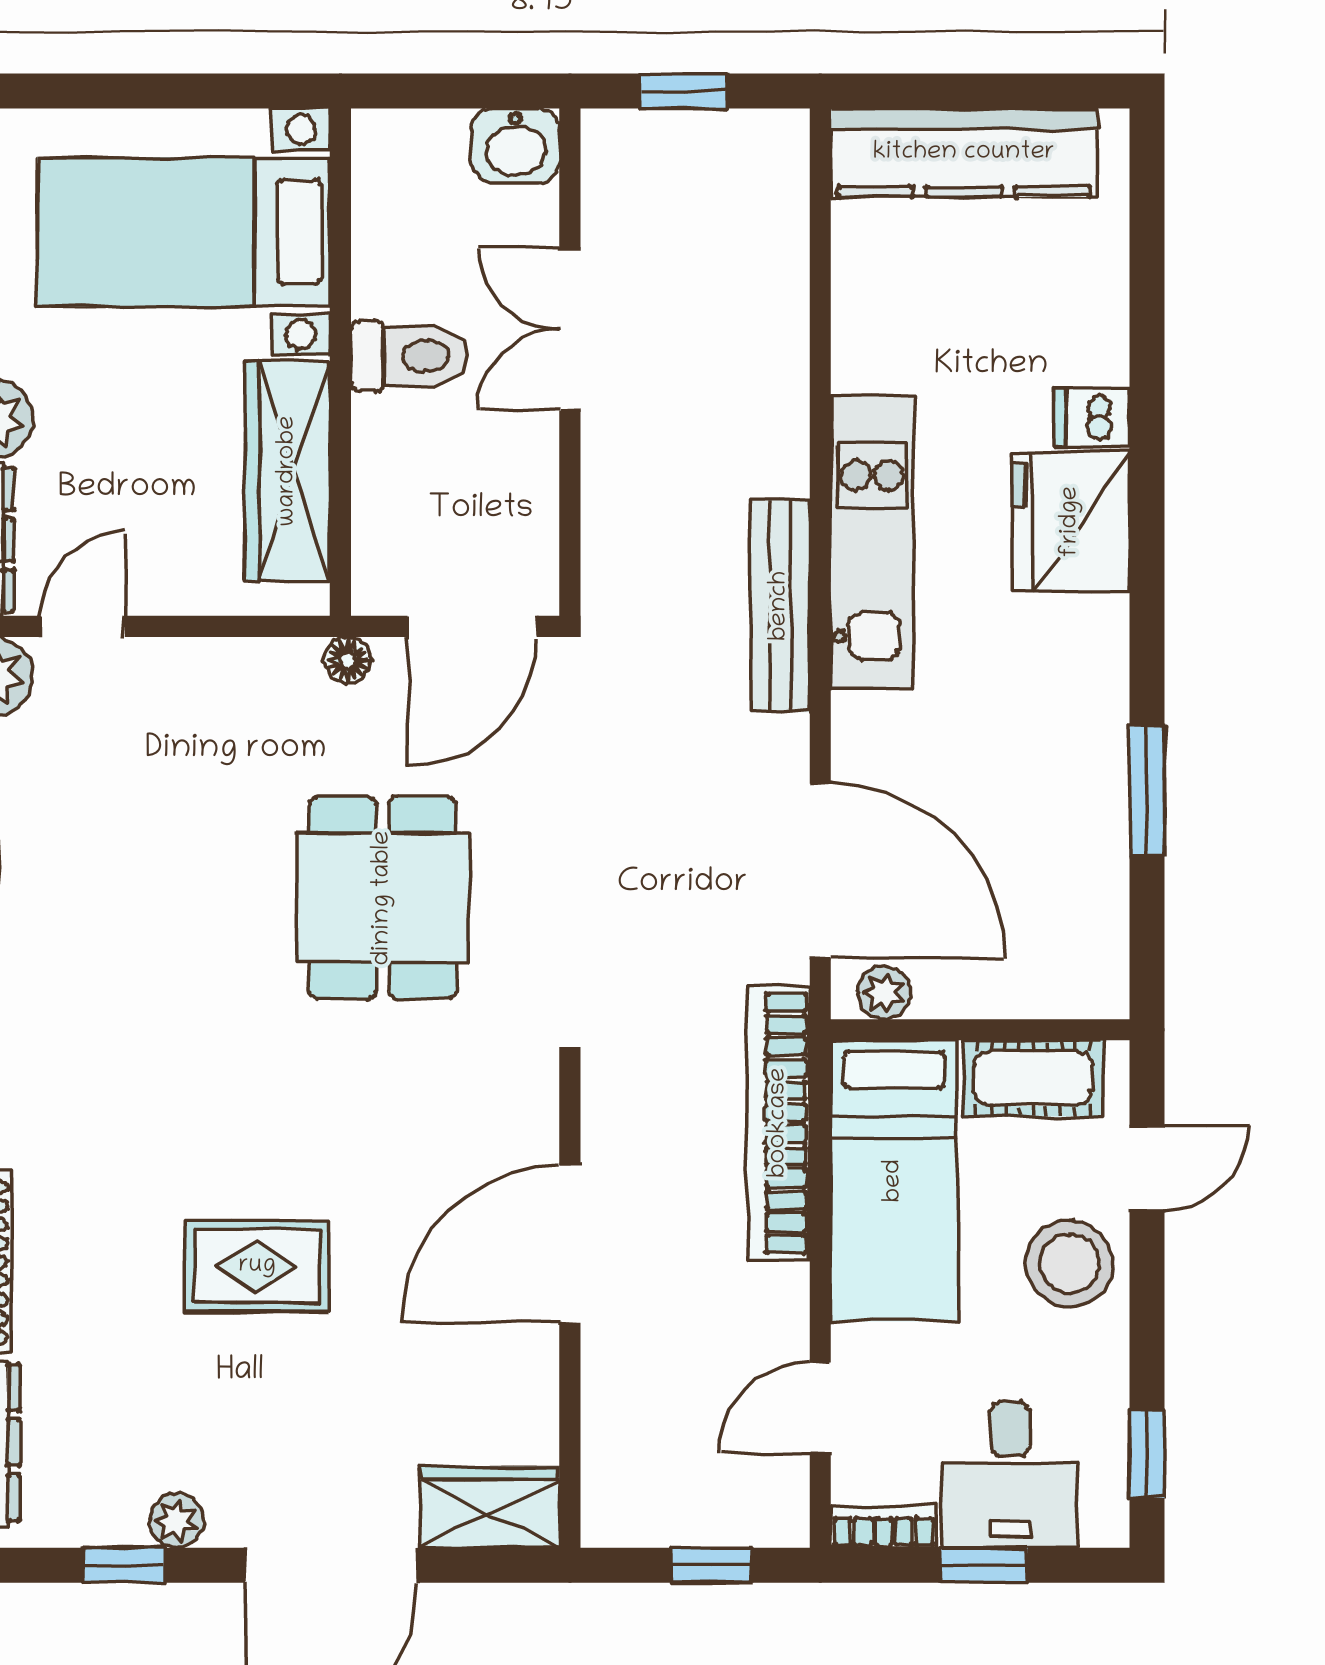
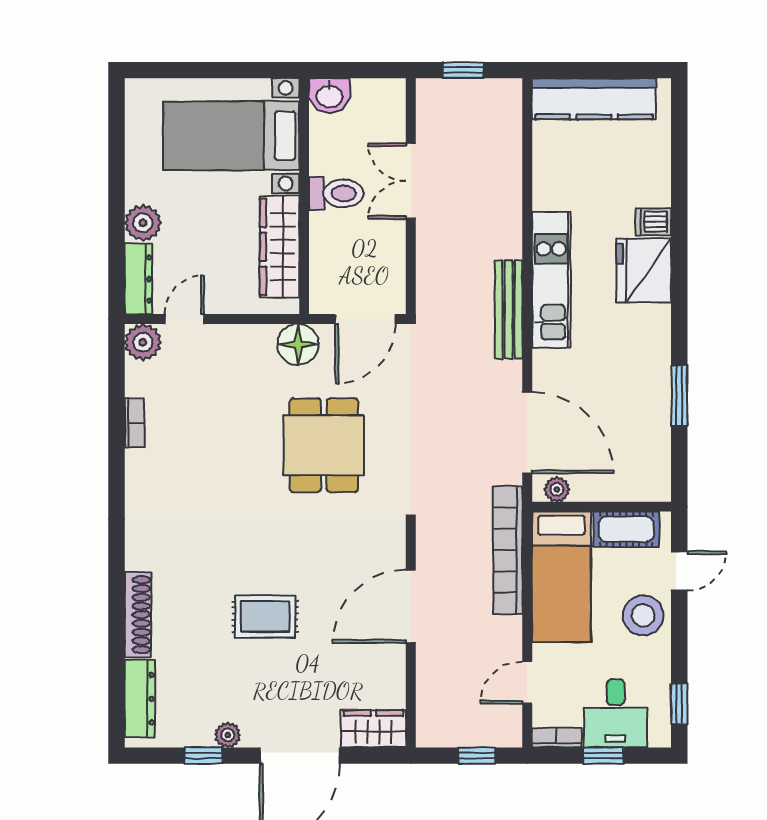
washbasin: (515, 146) -> (329, 96), moved
floor lamp: (348, 660) -> (298, 344), width x1.89, depth x1.89

